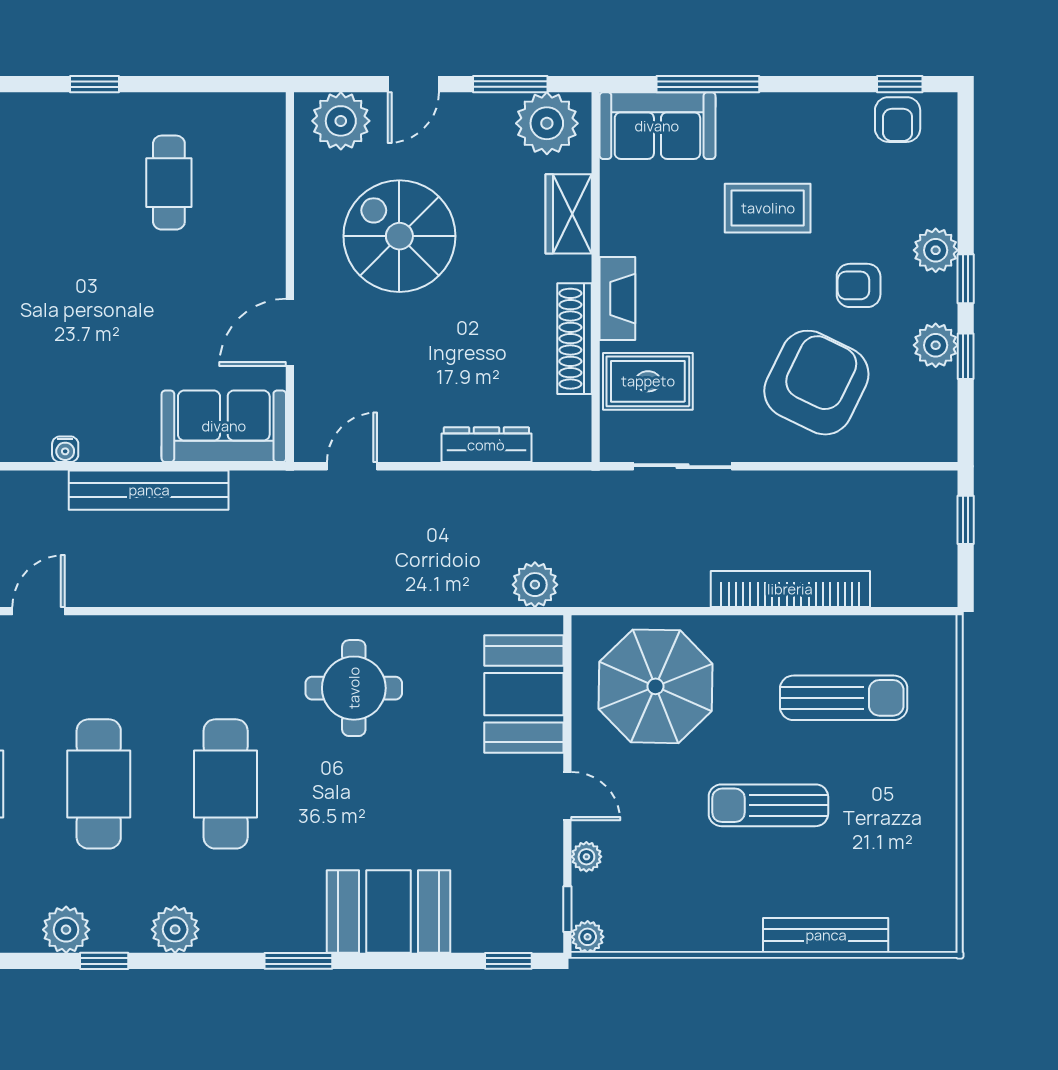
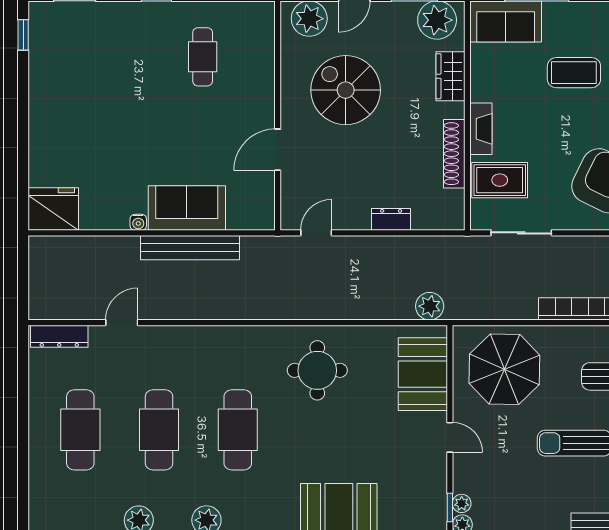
sofa: (224, 426) -> (187, 208), moved
dresser: (486, 445) -> (391, 219), width x0.70
plant: (586, 857) -> (462, 503), moved

